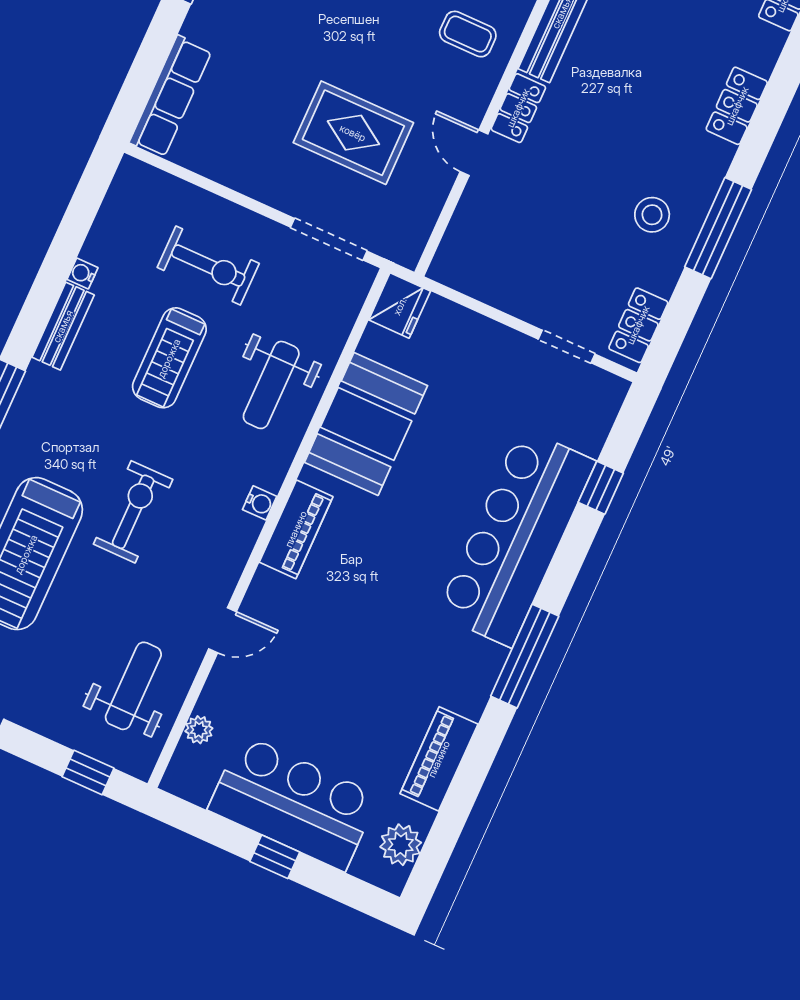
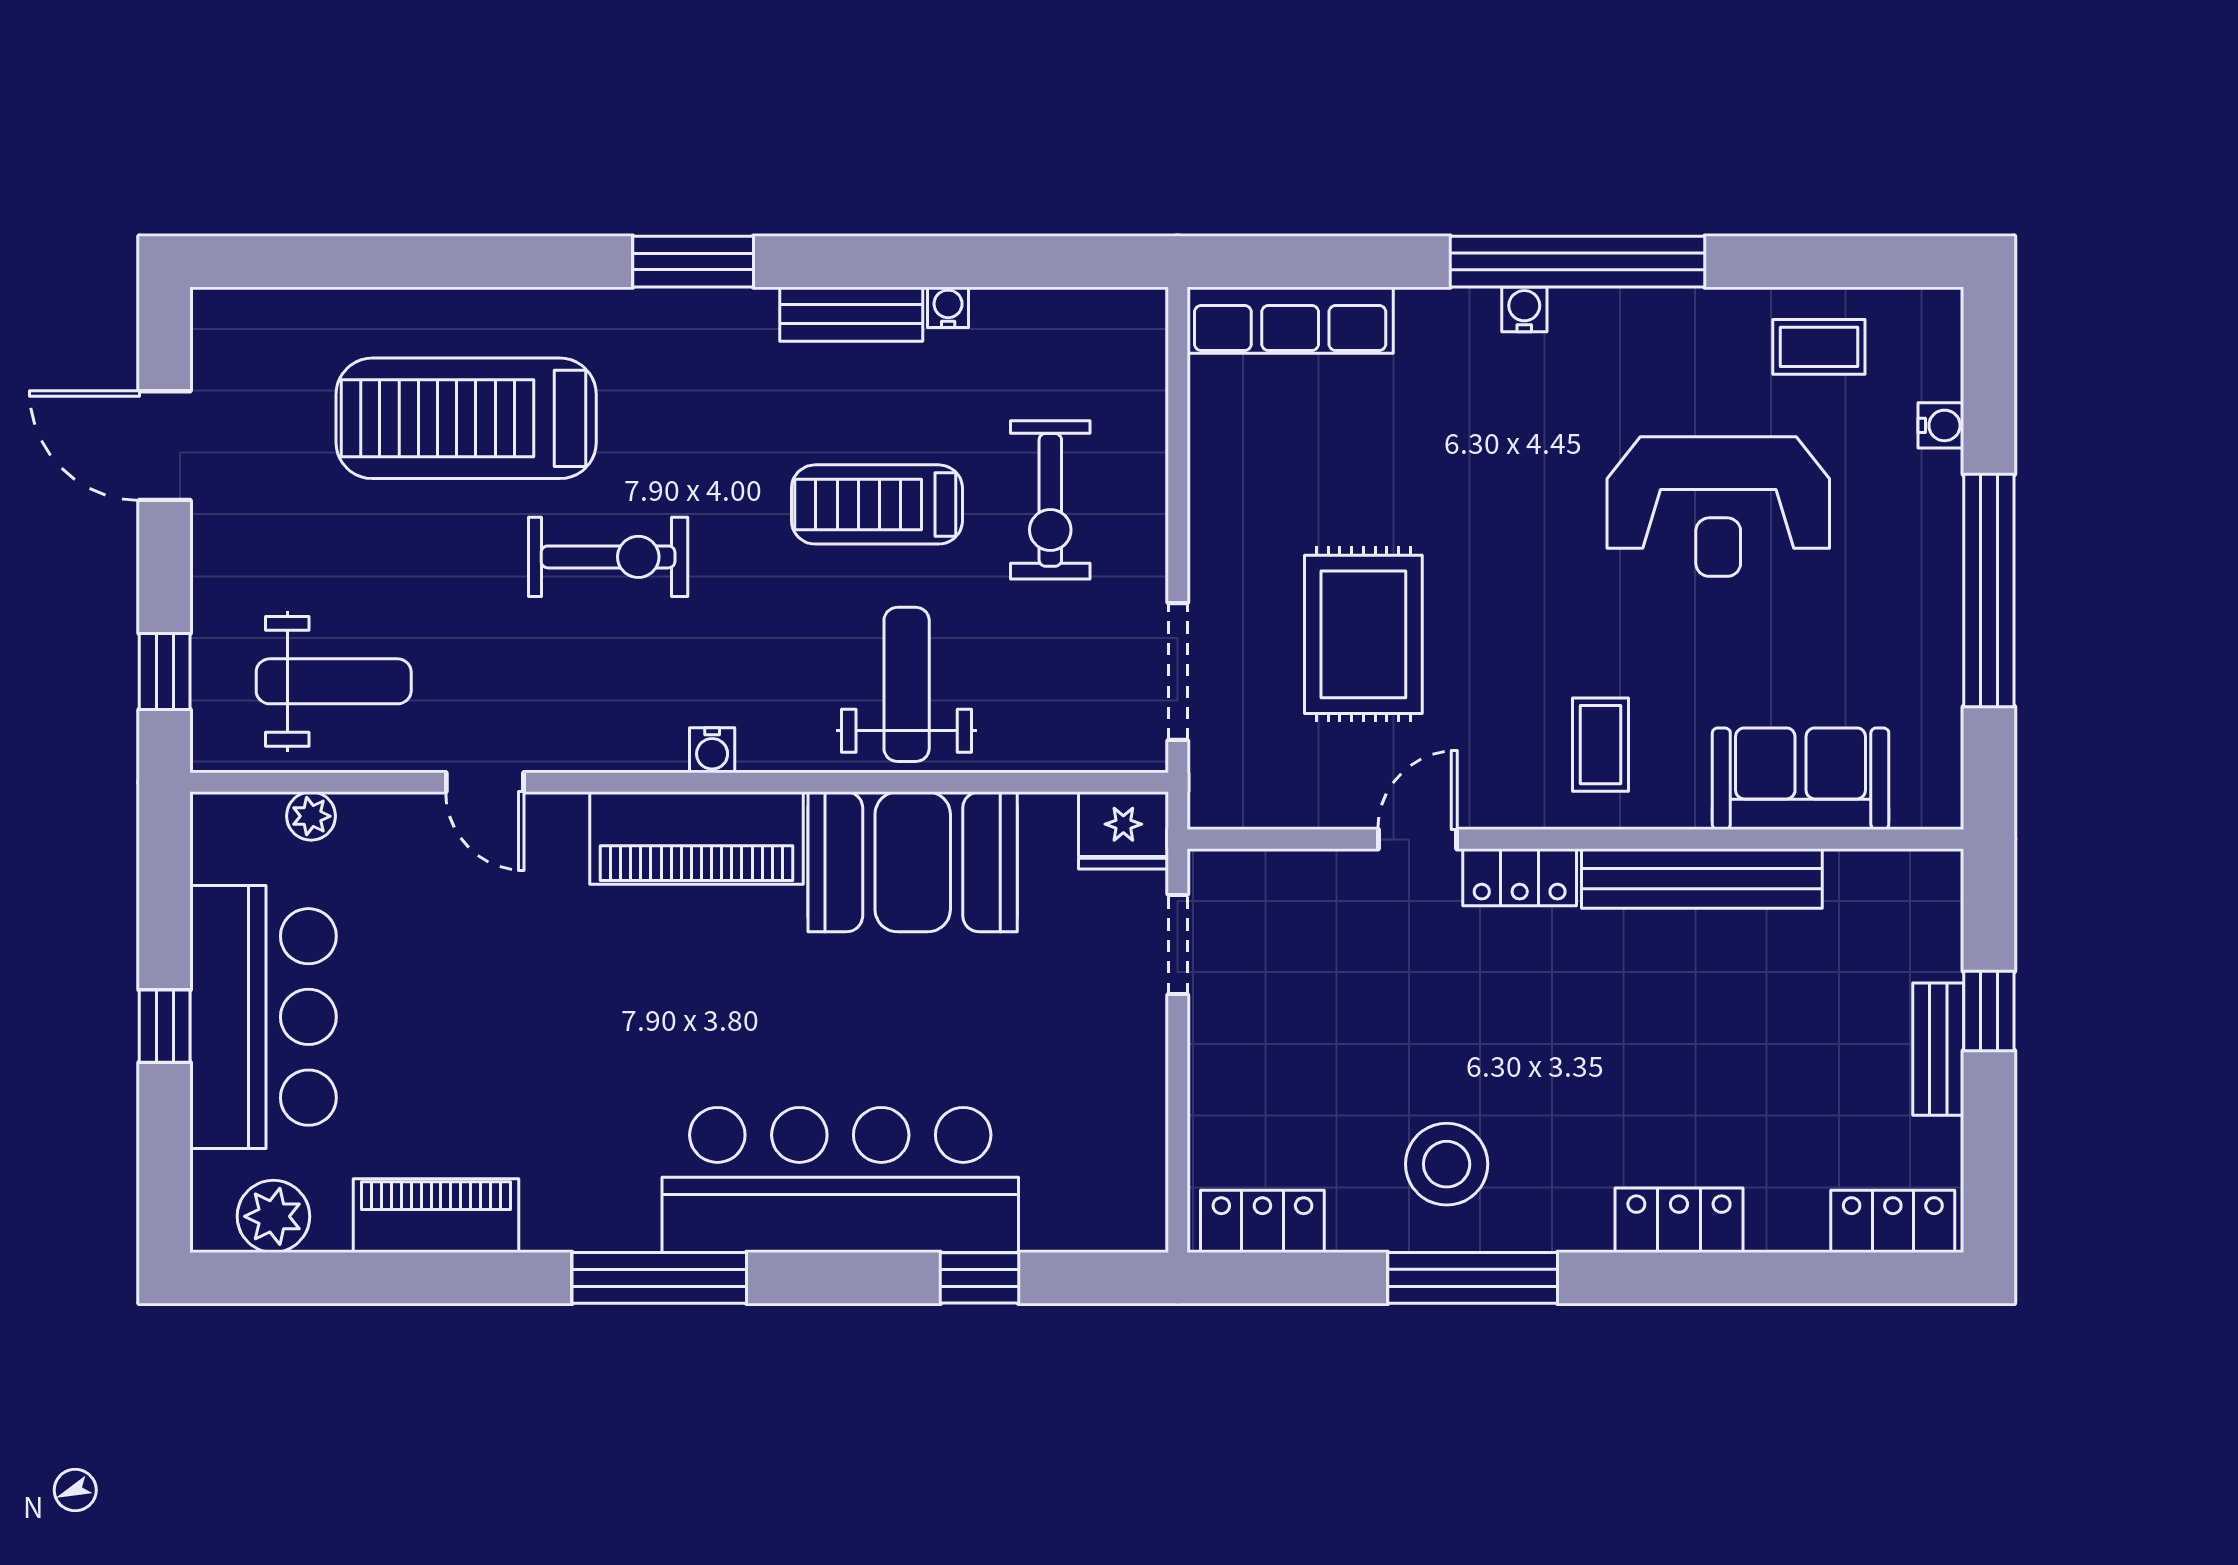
stool: (652, 215) -> (1447, 1164), width x1.38, depth x1.38
doorway: (567, 347) -> (1178, 944), moved
weight bench: (271, 385) -> (907, 684), turned 90
piano: (296, 529) -> (696, 838), width x1.37, depth x1.33

